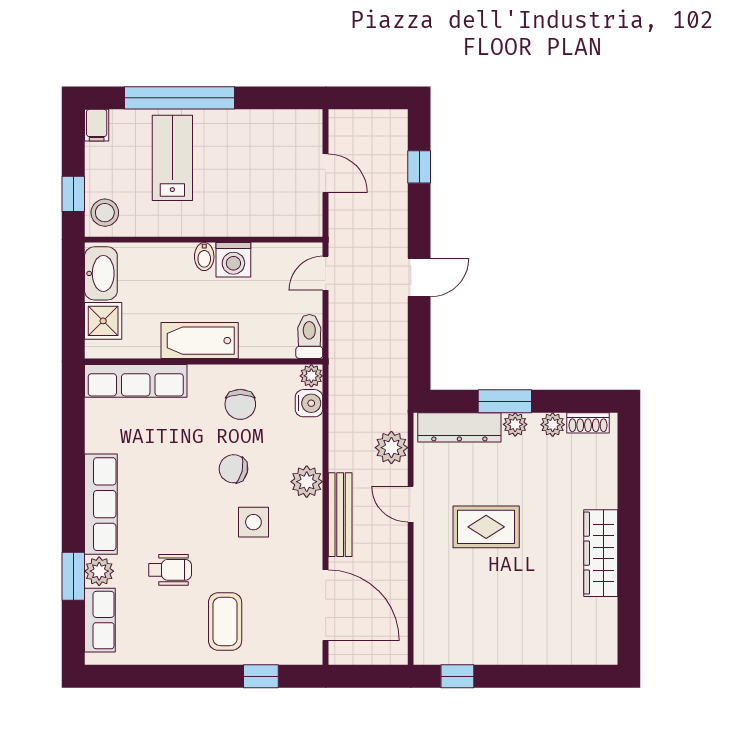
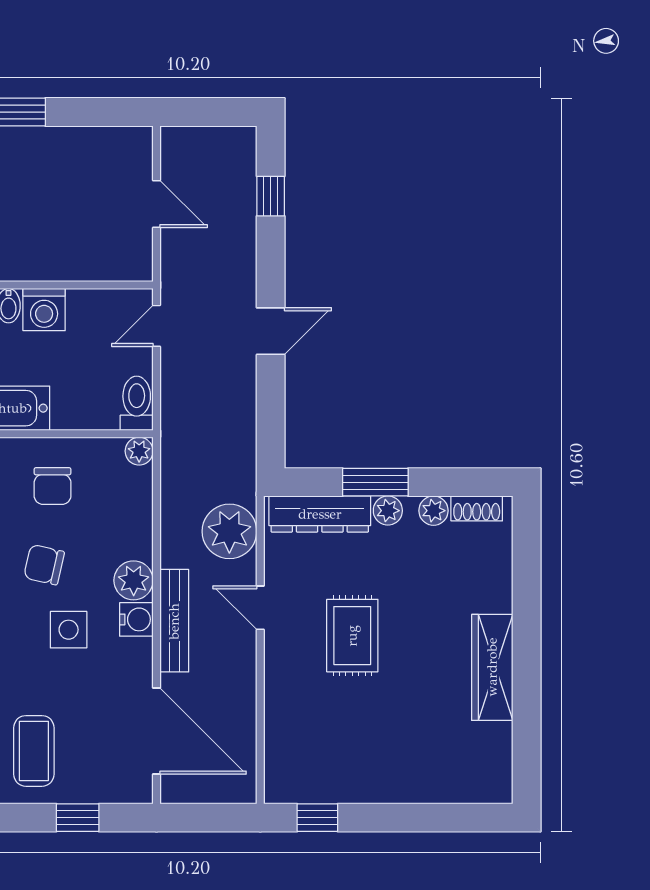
water cooler: (309, 403) -> (136, 619), moved
plant: (391, 448) -> (229, 531), width x1.36, depth x1.36
rug: (486, 527) -> (352, 636), turned 90

